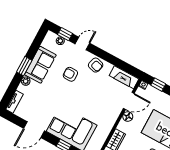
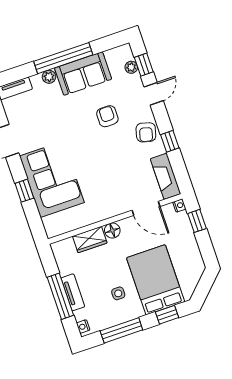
door: (82, 43) -> (154, 94), hinge flipped
window: (111, 59) -> (170, 141), added
window: (24, 66) -> (63, 58), width x2.11
floor lamp: (128, 117) -> (112, 230), moved

